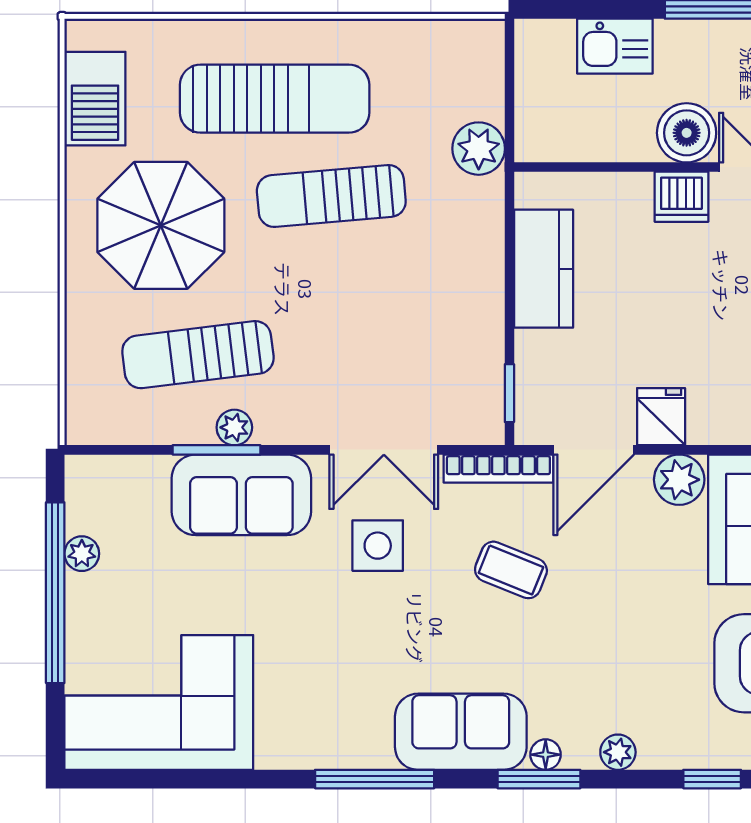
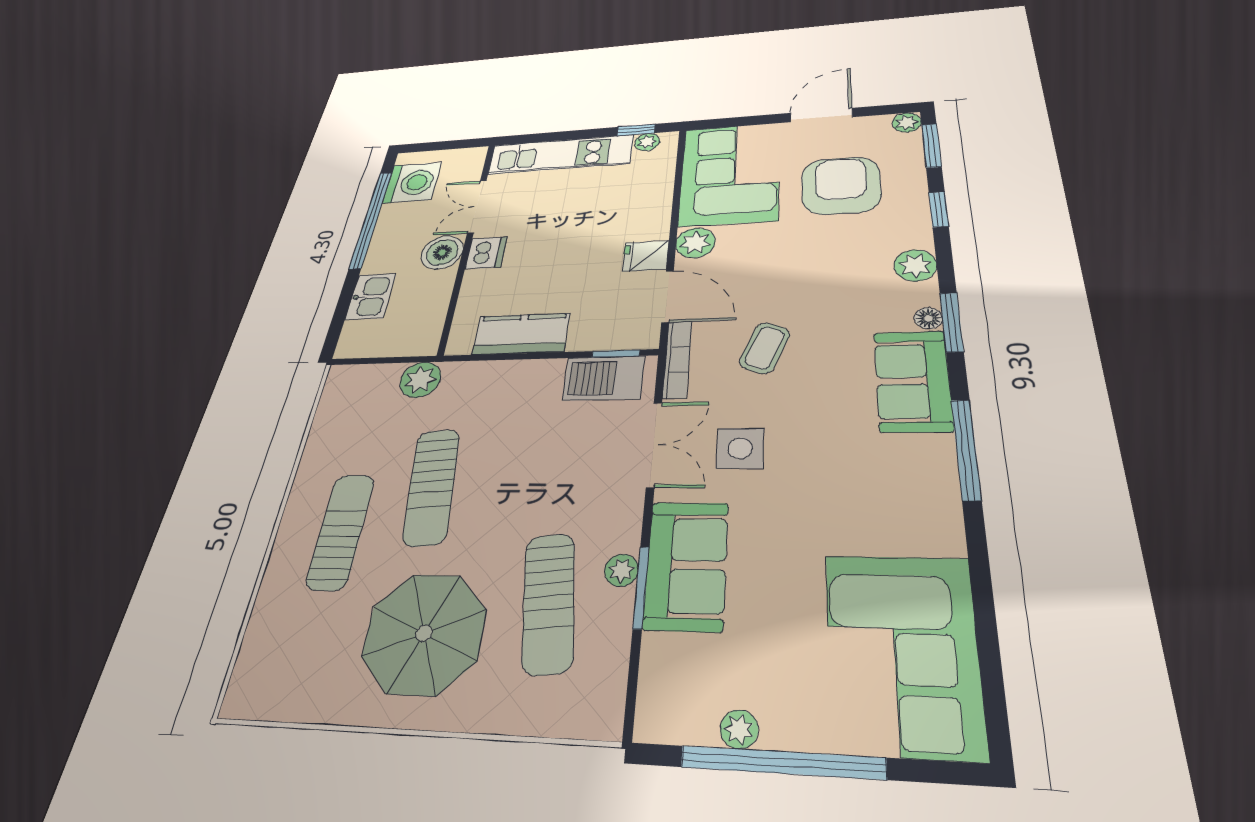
barbecue: (95, 99) -> (604, 378), moved, turned 180
sun lounger: (275, 99) -> (341, 531), width x0.73, depth x0.75
plant: (618, 752) -> (915, 265), width x1.38, depth x1.38

